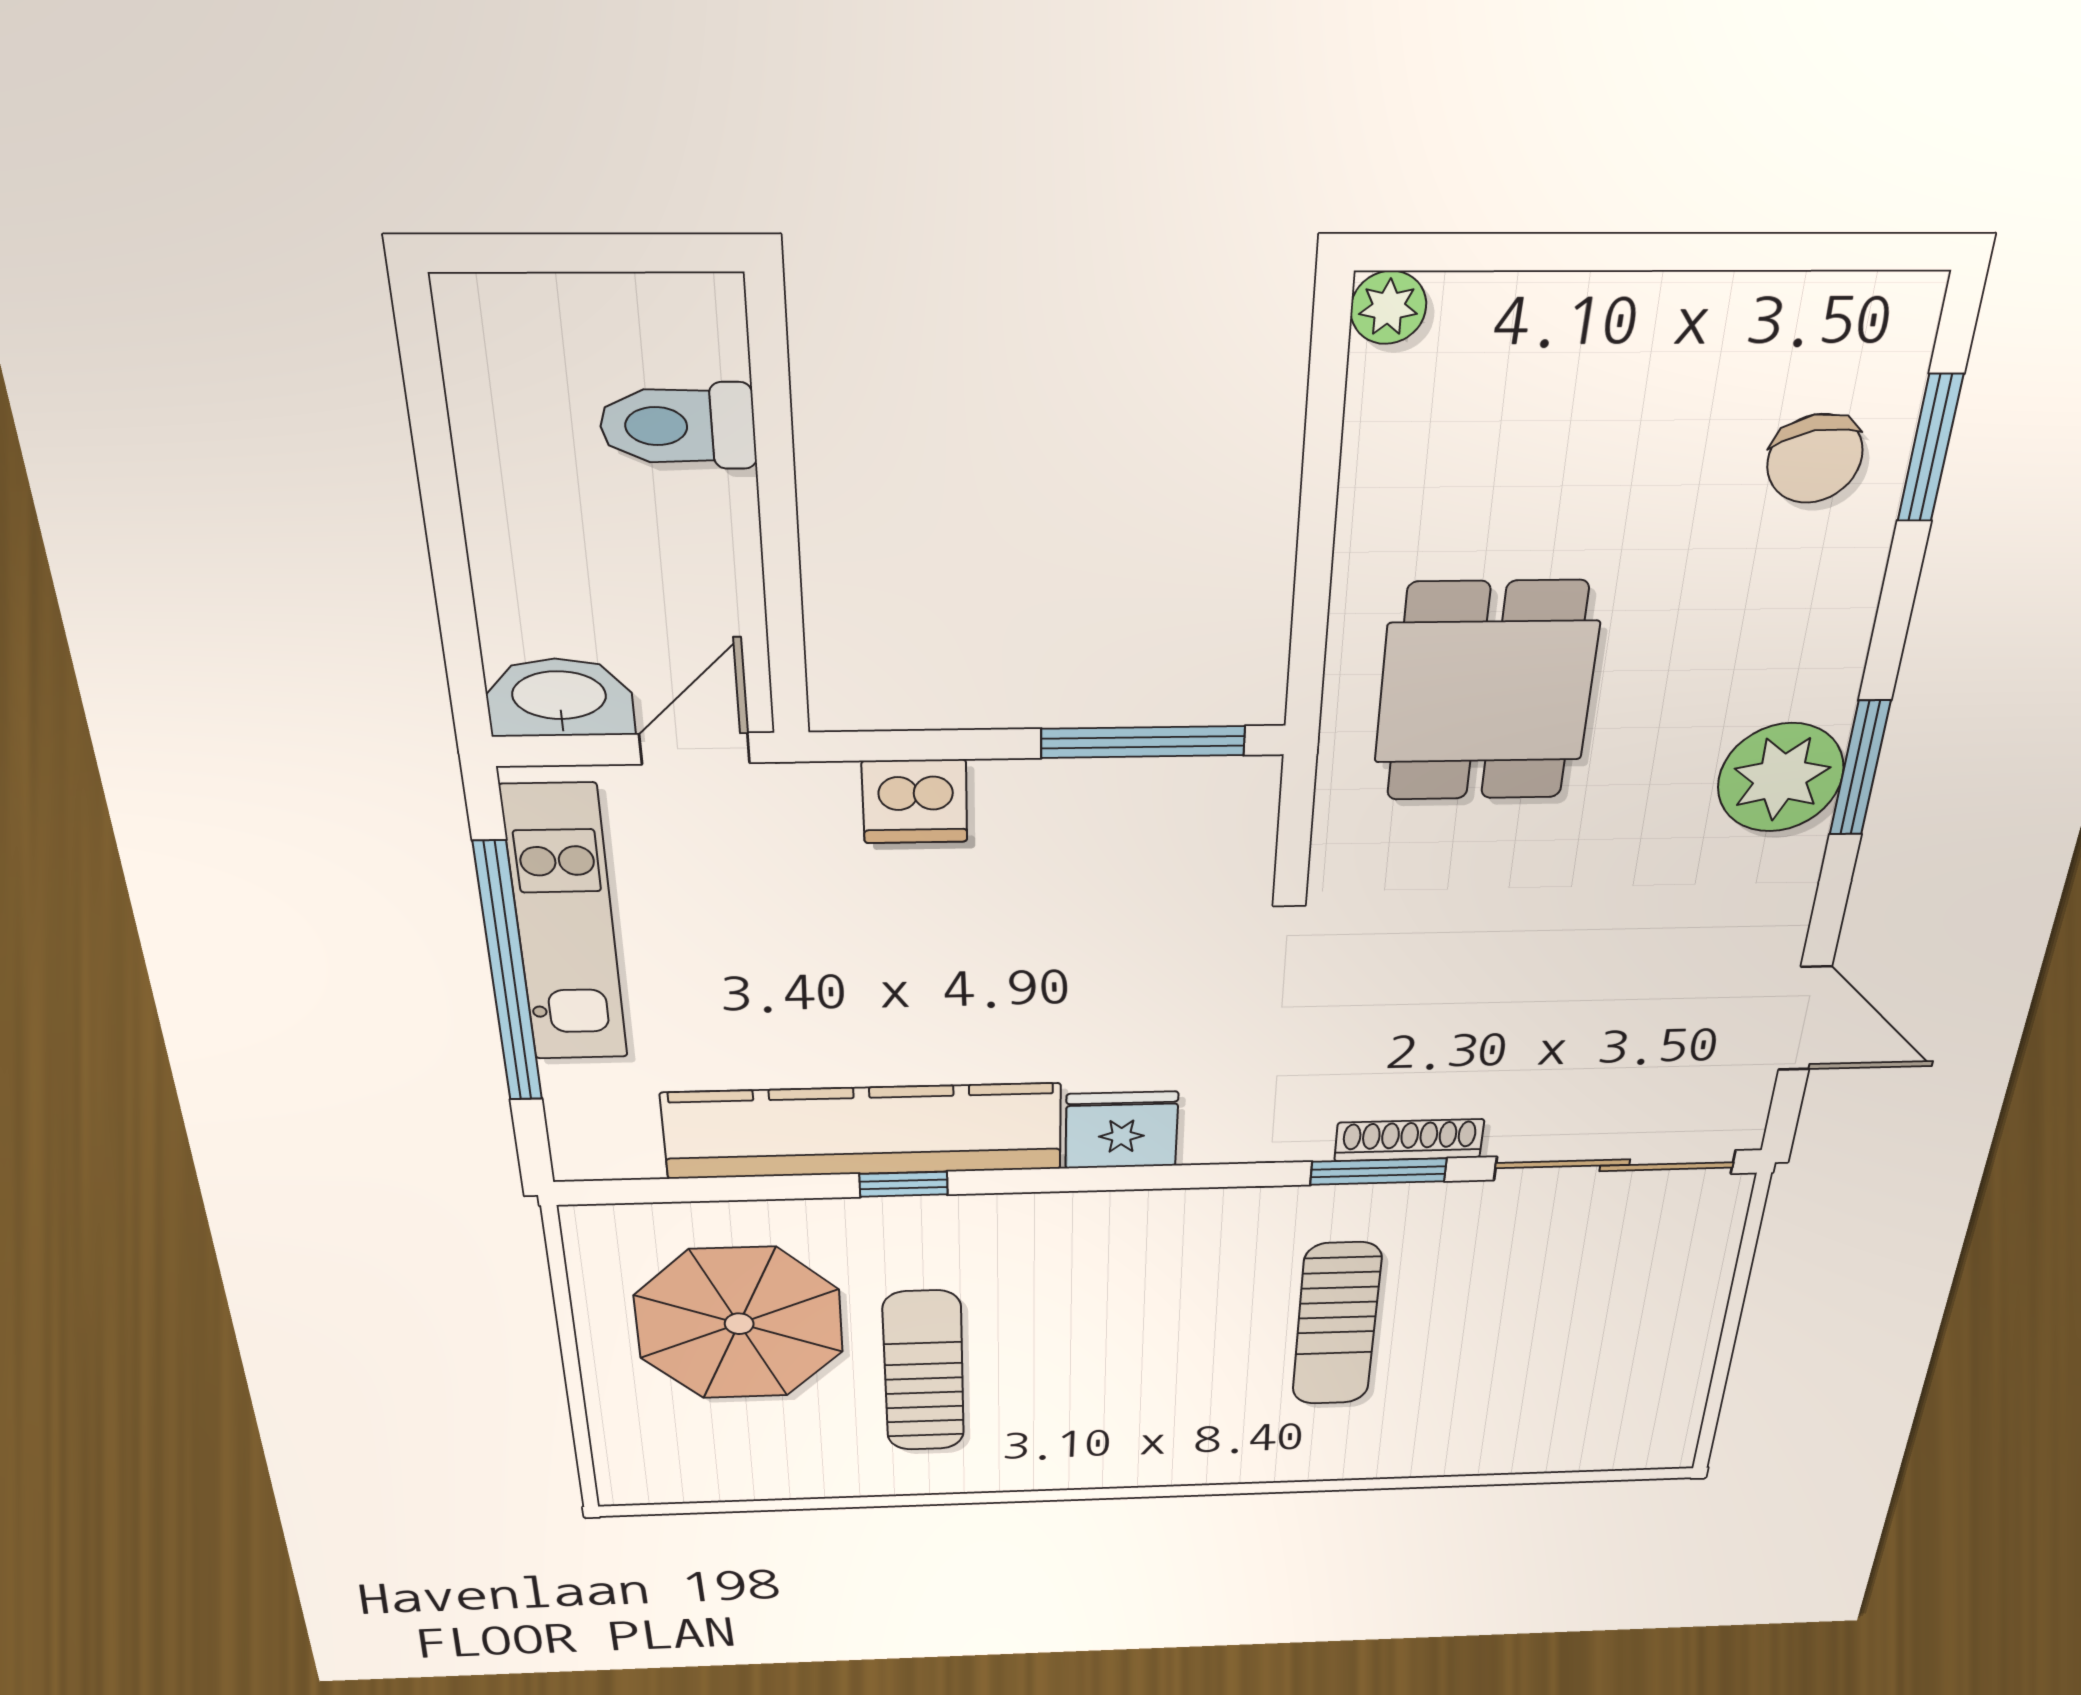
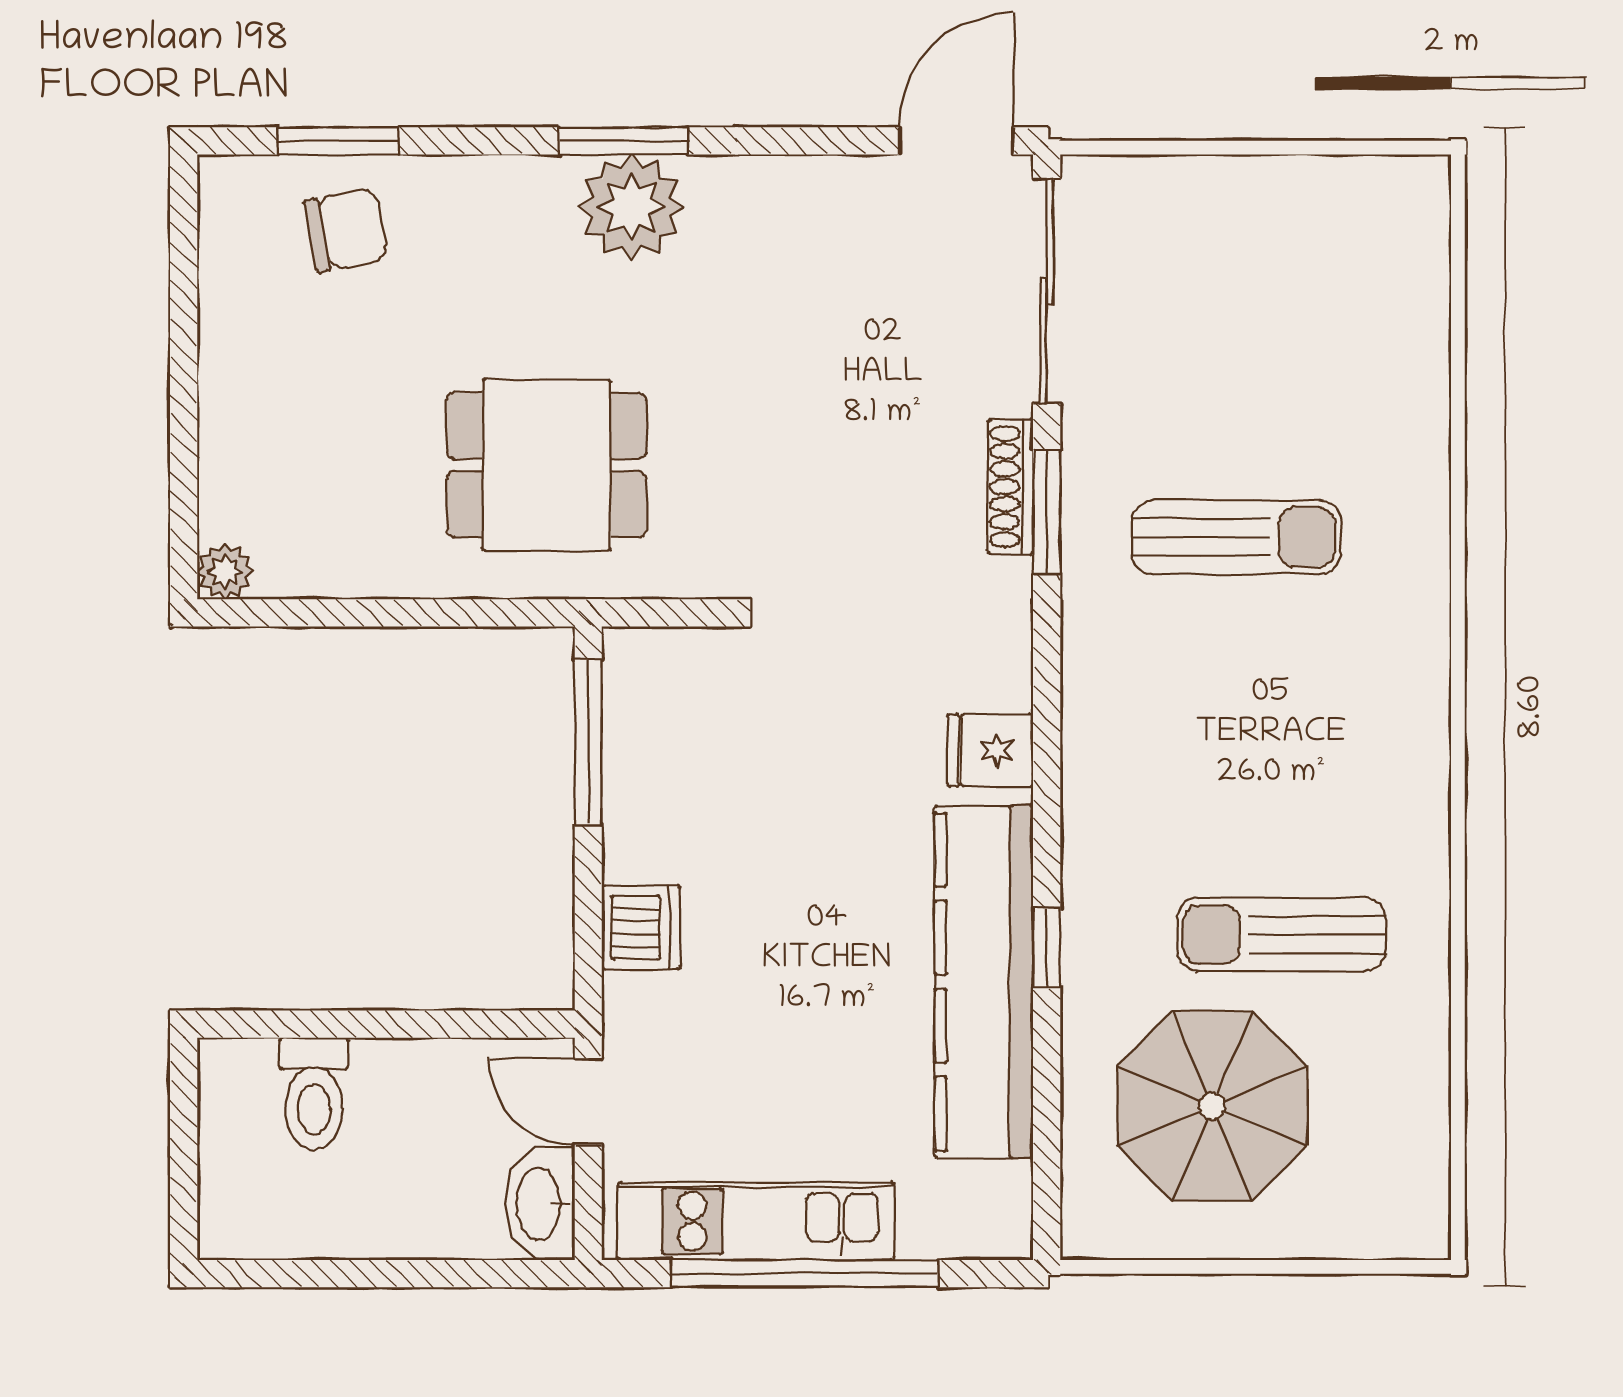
door: (1805, 1018) -> (956, 141), moved
fridge: (1122, 1130) -> (990, 750), width x0.72

